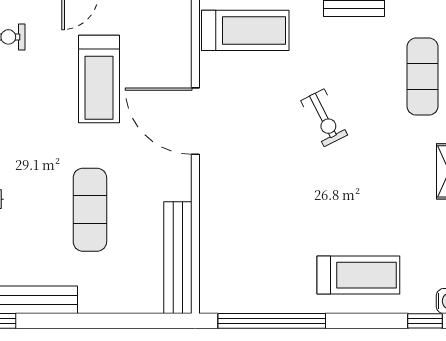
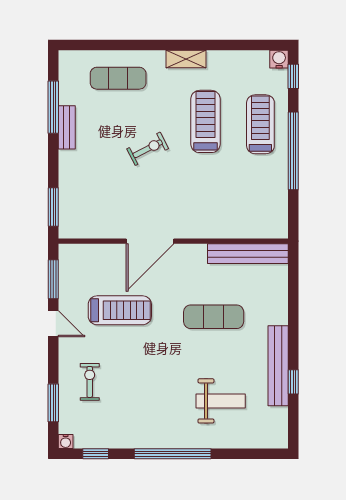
treadmill: (245, 30) -> (205, 121), moved
window: (272, 321) -> (293, 151), moved

